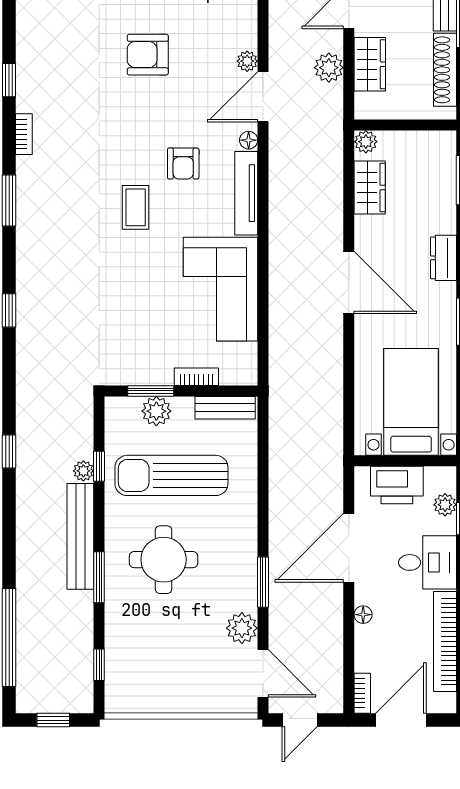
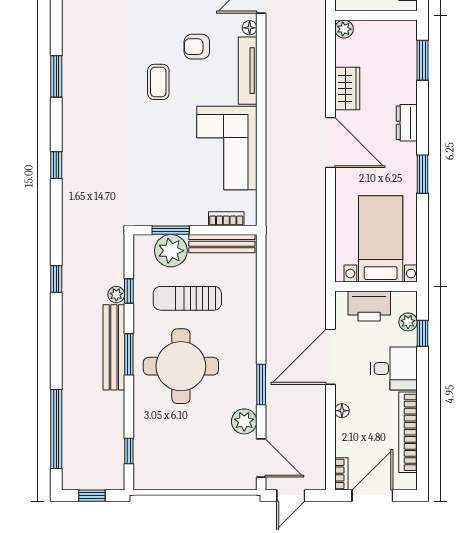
bookcase: (24, 134) -> (68, 23), removed
armchair: (183, 164) -> (197, 47), turned 90
wardrobe: (370, 187) -> (347, 88), moved
bookcase: (196, 377) -> (226, 219), moved
bench: (225, 408) -> (222, 244), width x1.36
plant: (156, 411) -> (171, 251), width x1.36, depth x1.36
sun lounger: (171, 475) -> (187, 298), width x0.73, depth x0.75
round table: (164, 560) -> (181, 366), width x1.36, depth x1.36
window: (99, 577) -> (129, 354), moved

